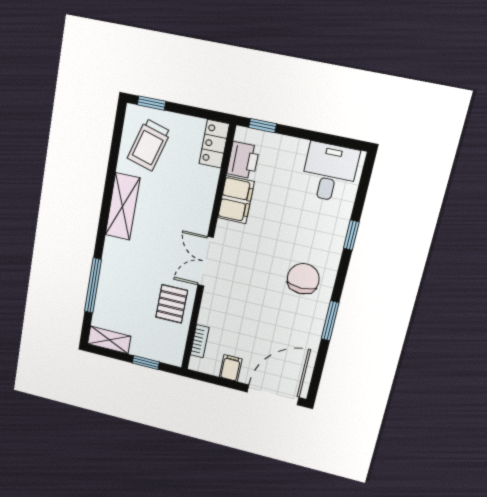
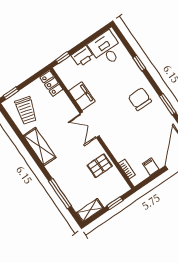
printer: (243, 160) -> (83, 56), moved, turned 90
double door: (206, 261) -> (90, 125), moved
pallet: (172, 304) -> (100, 166), turned 90

